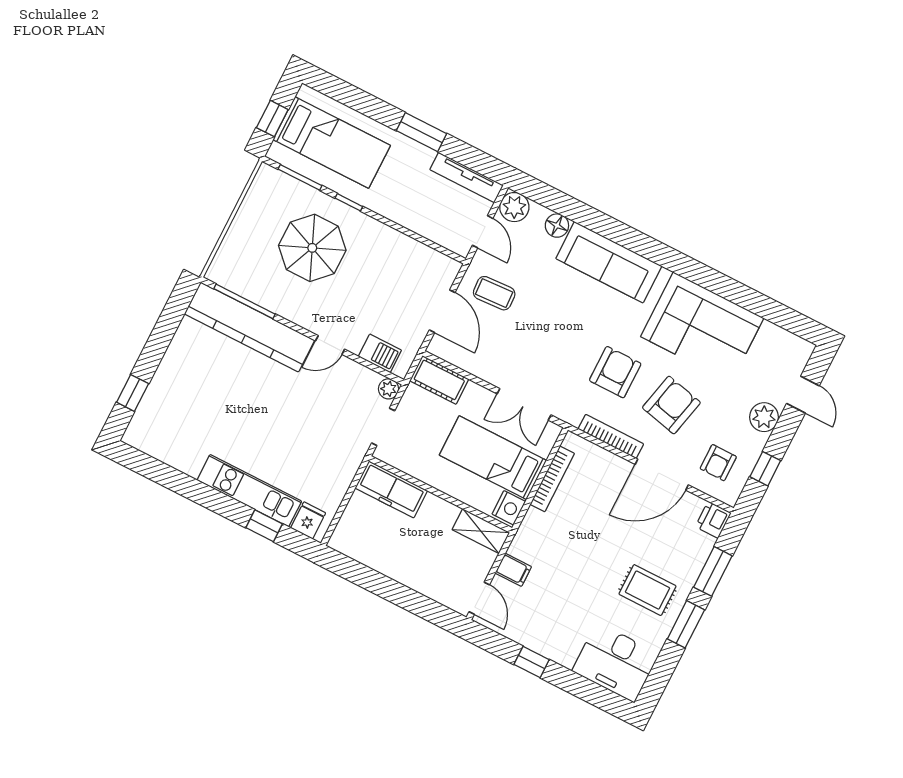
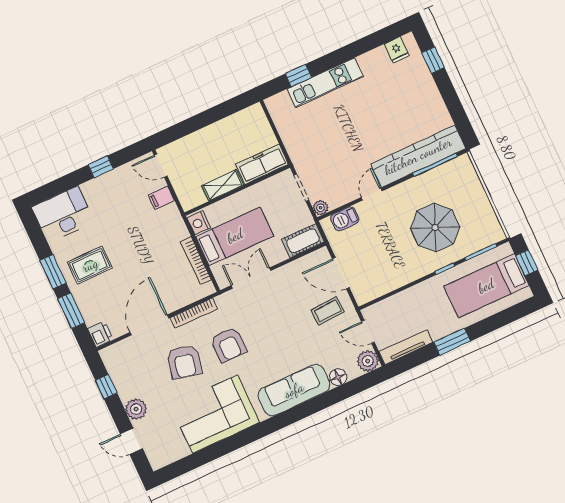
armchair: (718, 463) -> (131, 363), removed
fridge: (308, 520) -> (397, 50), moved
shelving: (481, 531) -> (223, 185), moved

